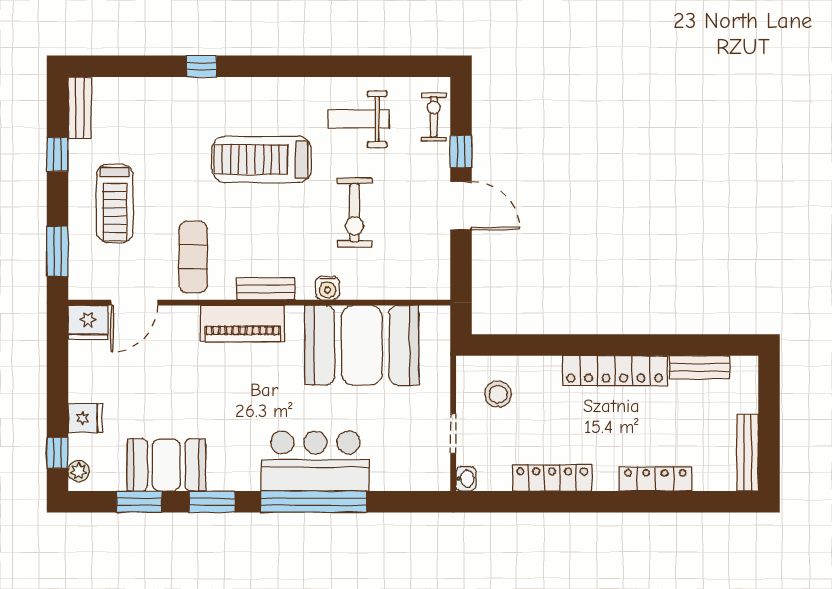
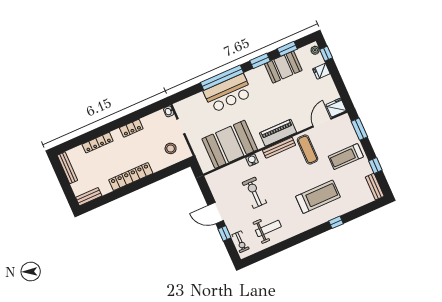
treadmill: (262, 159) -> (318, 197), moved
treadmill: (115, 203) -> (346, 157), turned -90
bench: (266, 289) -> (279, 148), width x1.36
bench: (700, 367) -> (89, 197), moved
locker: (552, 478) -> (131, 128), width x0.66

